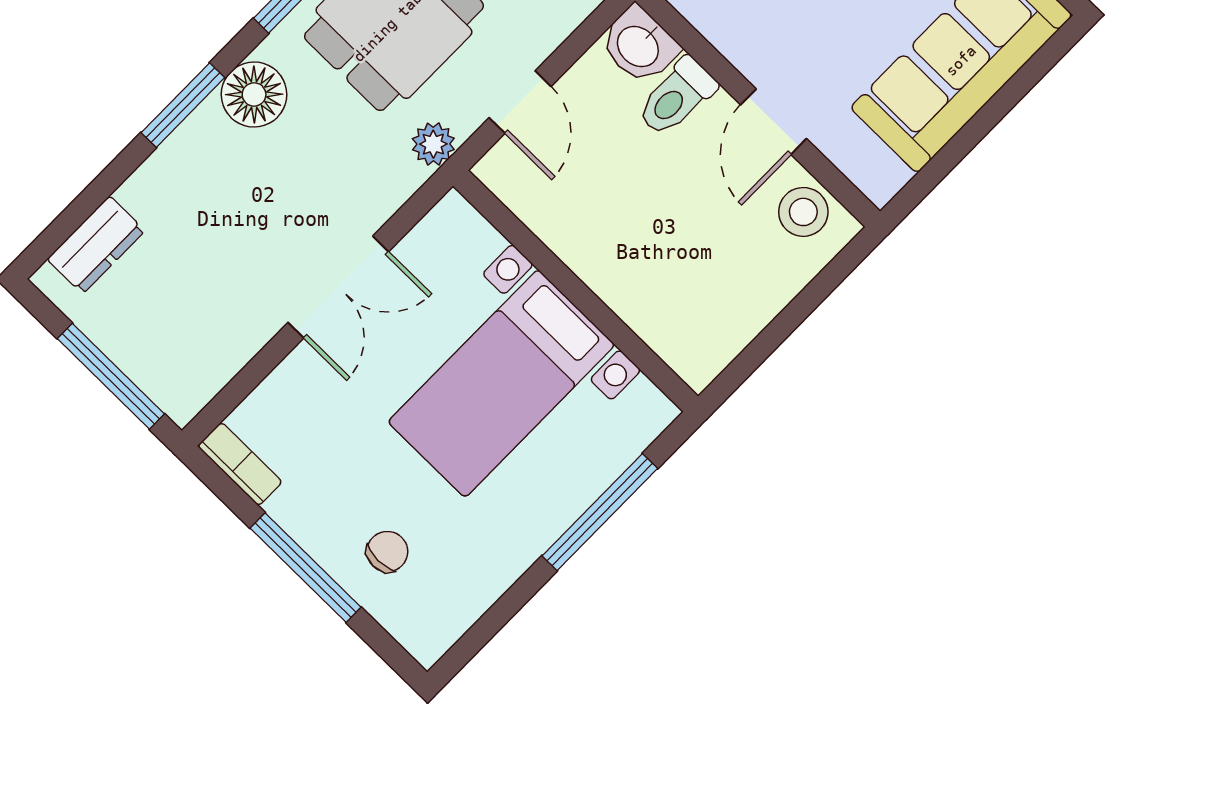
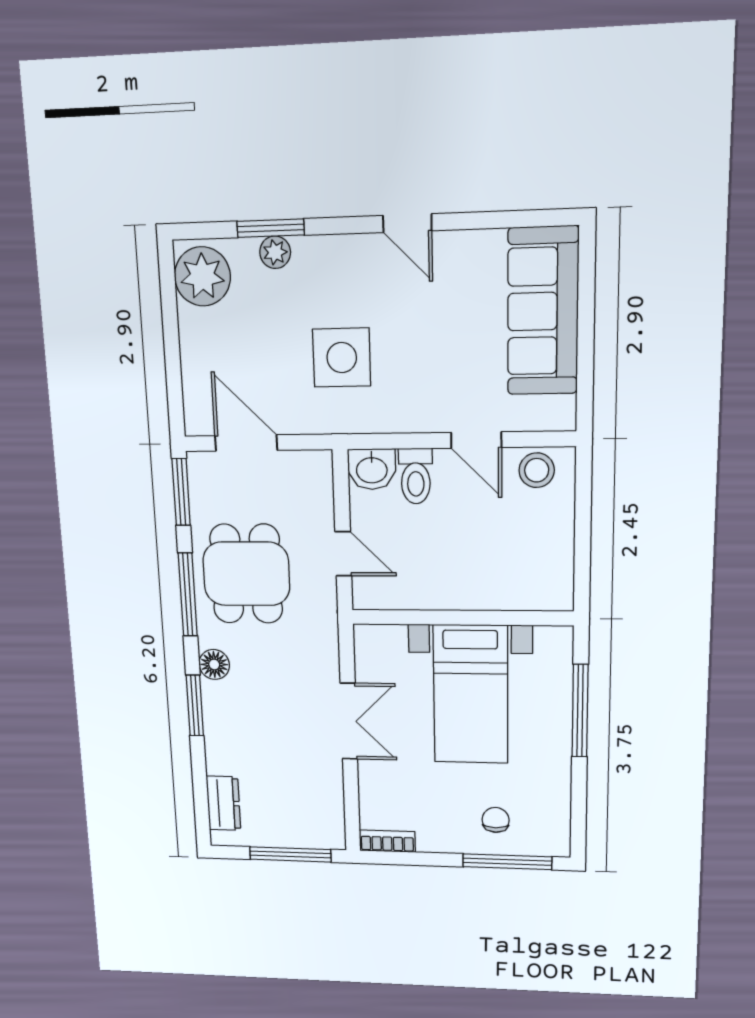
floor lamp: (254, 94) -> (214, 664), width x0.73, depth x0.73
plant: (433, 144) -> (324, 613), removed
window: (306, 568) -> (507, 862), moved

